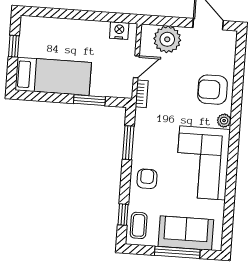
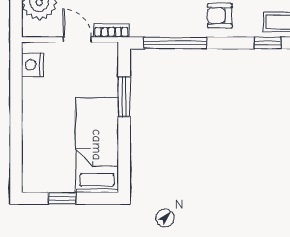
window: (128, 143) -> (175, 43), width x1.44

